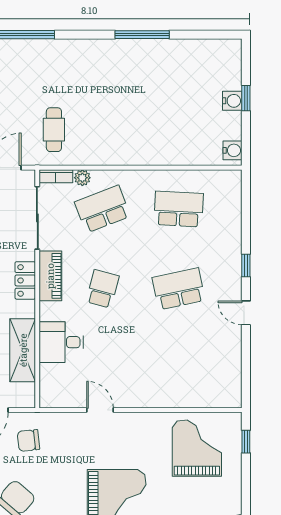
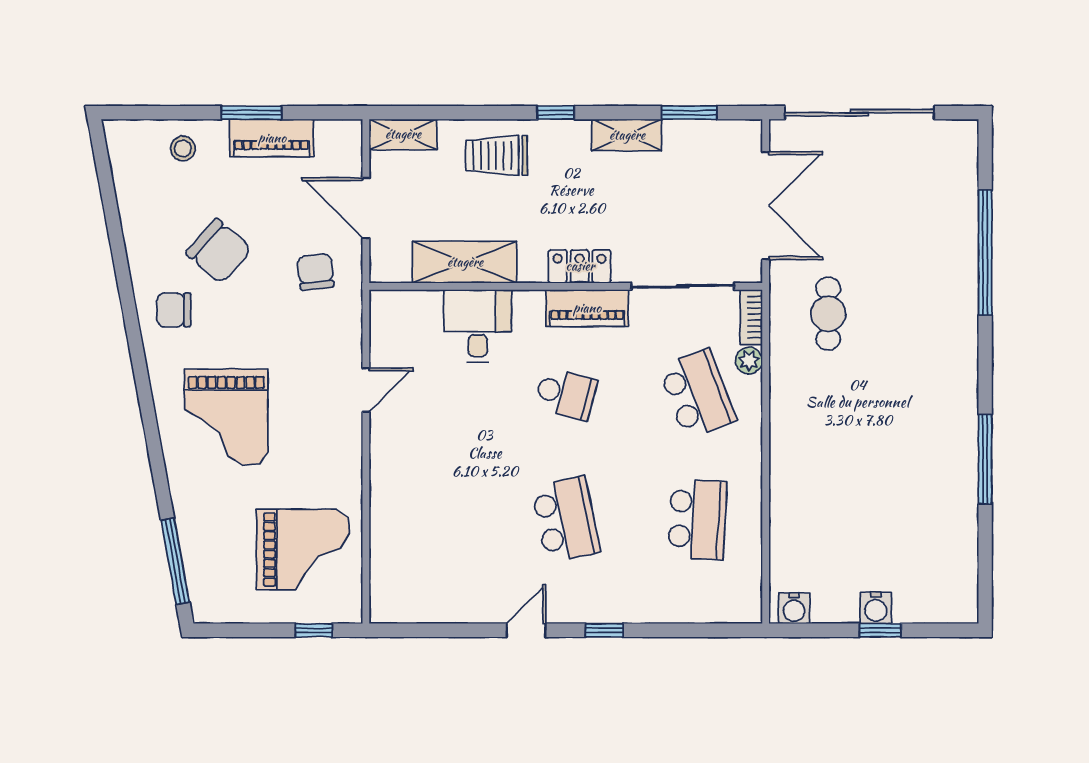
cafe table: (54, 130) -> (828, 314), turned 90

